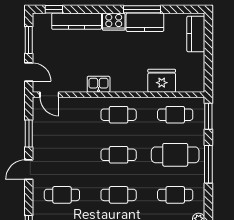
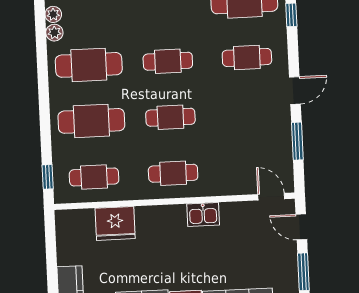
window: (208, 116) -> (48, 177), width x0.67
window: (208, 164) -> (44, 110), removed
cafe table: (175, 195) -> (89, 65), width x1.37, depth x1.35

